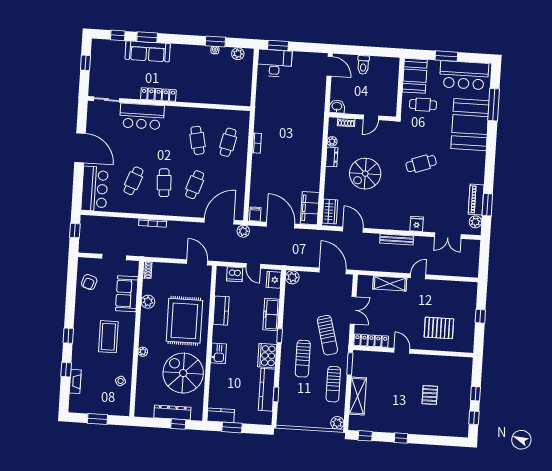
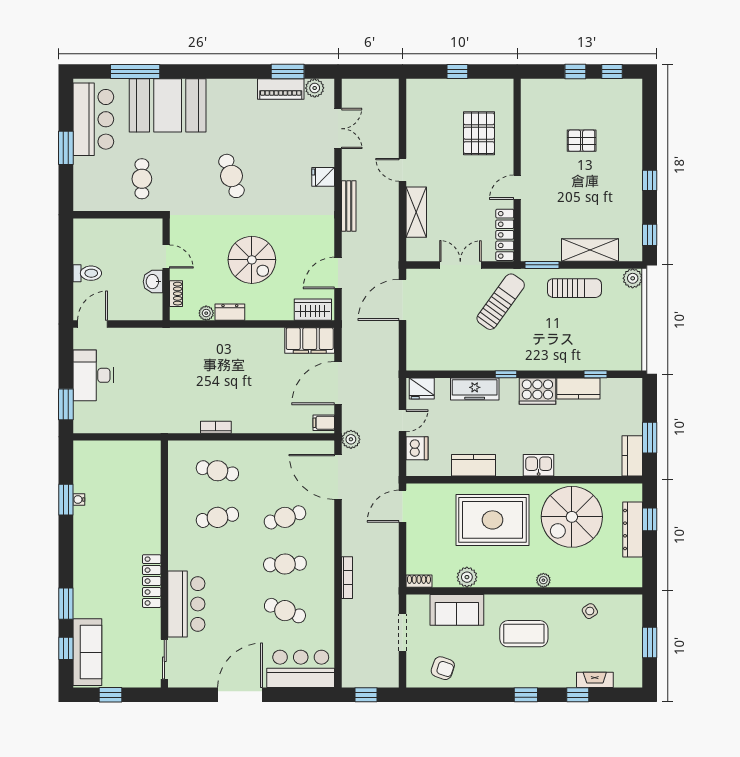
sofa: (148, 51) -> (87, 652), moved
plant: (238, 54) -> (82, 464), removed
desk: (275, 63) -> (93, 375), moved
booth: (415, 76) -> (99, 194), removed
washbasin: (337, 107) -> (153, 282), moved
cafe table: (195, 185) -> (285, 517), turned -36
plant: (292, 277) -> (416, 360), removed
sun lounger: (327, 335) -> (501, 302), turned -39
sun lounger: (303, 359) -> (538, 337), removed
kitchen counter: (267, 390) -> (578, 388), width x0.67

